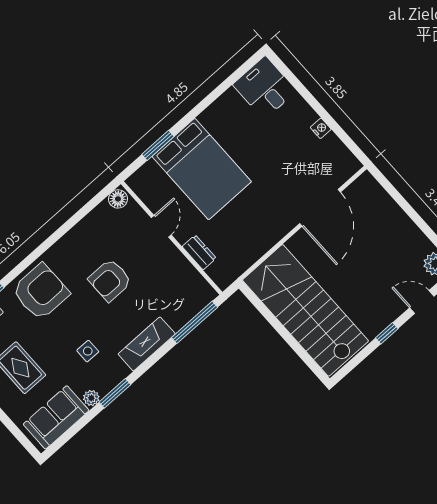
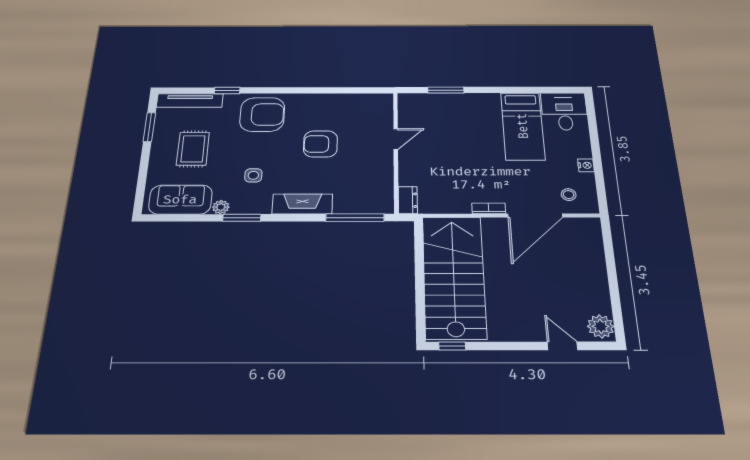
stool: (329, 167) -> (569, 195), added
bed: (202, 169) -> (523, 126), moved, width x0.67
floor lamp: (118, 199) -> (381, 100), removed
bookcase: (282, 231) -> (489, 208), added
dresser: (199, 252) -> (408, 200), moved
window: (387, 333) -> (452, 346), moved

